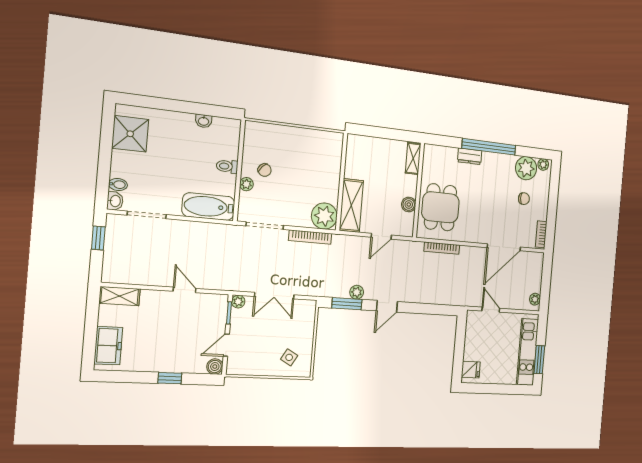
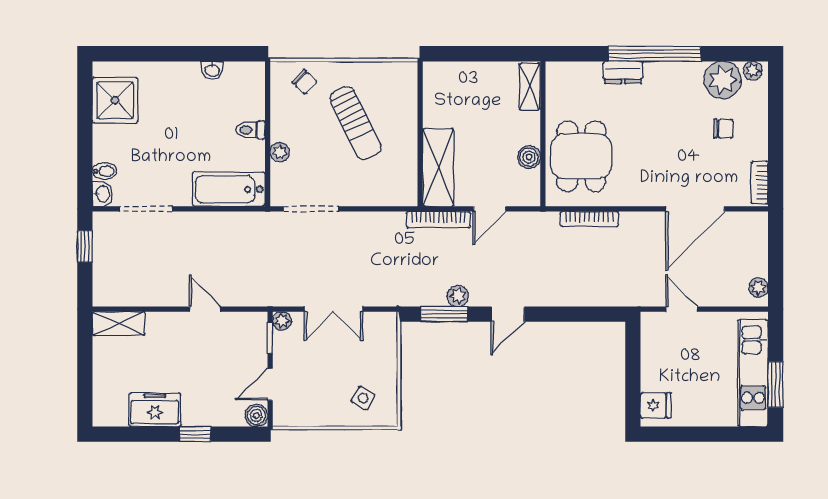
chair: (265, 170) -> (305, 82), moved
sun lounger: (300, 170) -> (356, 123), added
plant: (324, 216) -> (398, 187), removed
bookcase: (310, 237) -> (439, 220), moved
freezer: (108, 346) -> (155, 410), moved, turned -90

